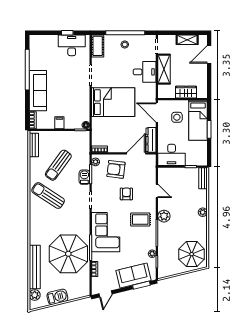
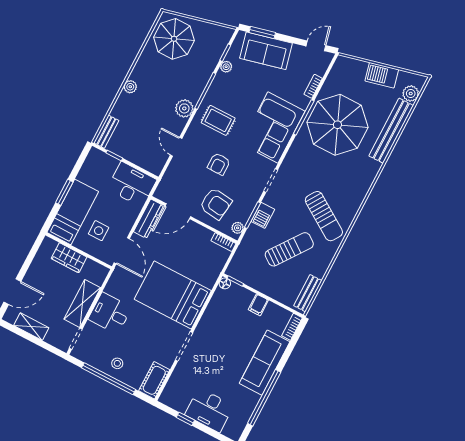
desk: (72, 45) -> (209, 410), moved

